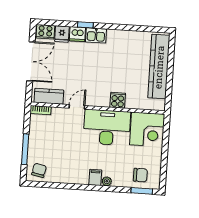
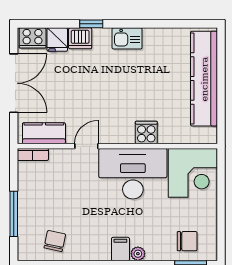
kitchen sink: (96, 35) -> (127, 38), moved
chair: (39, 170) -> (55, 241), moved

